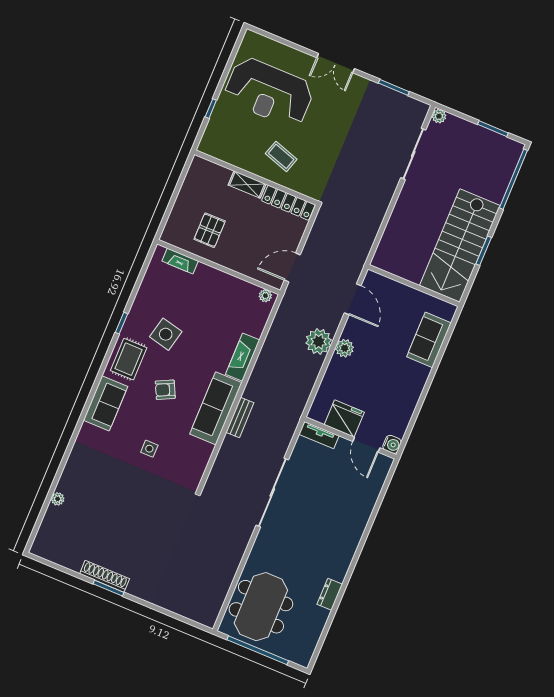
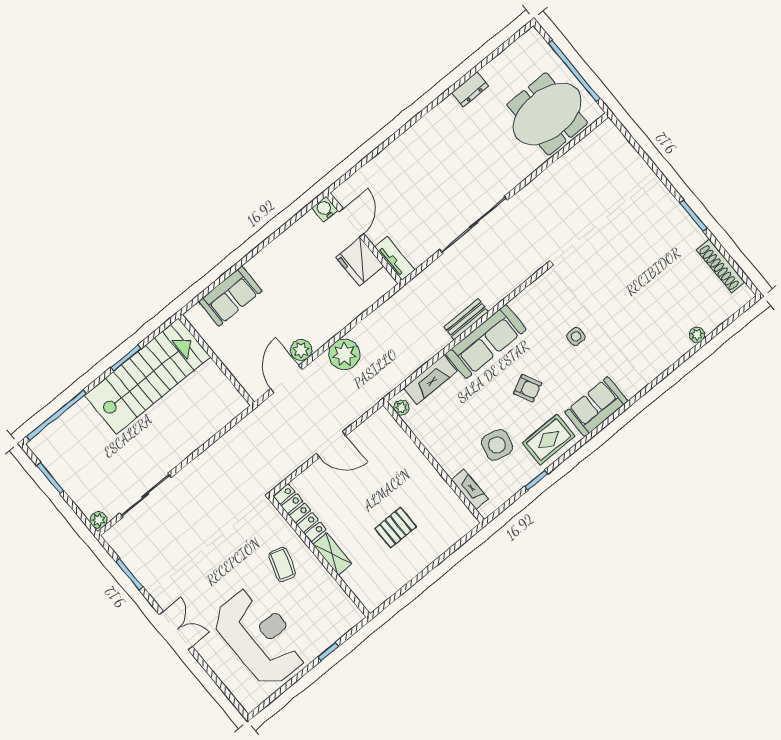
fireplace: (180, 261) -> (470, 489), moved
wall: (219, 267) -> (434, 462), moved
plant: (265, 296) -> (401, 408), moved
plant: (345, 348) -> (301, 350), moved
shoe rack: (105, 576) -> (721, 266), moved

